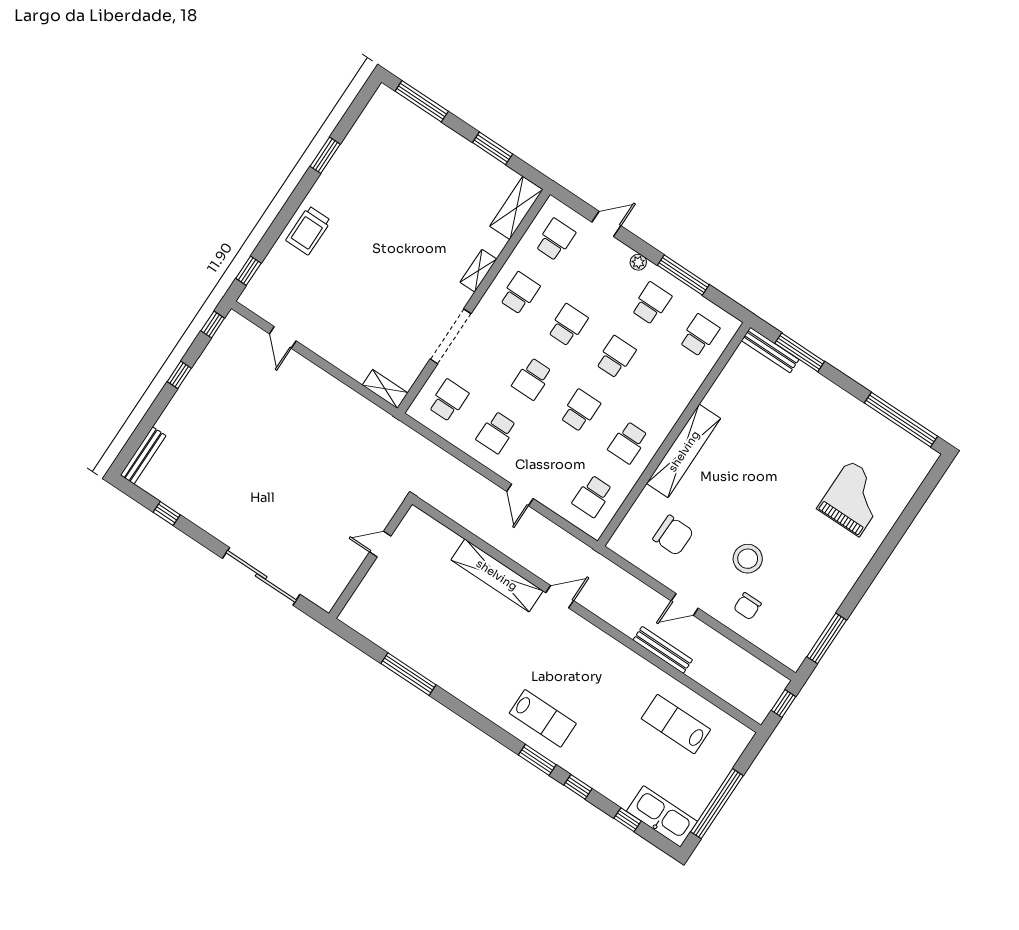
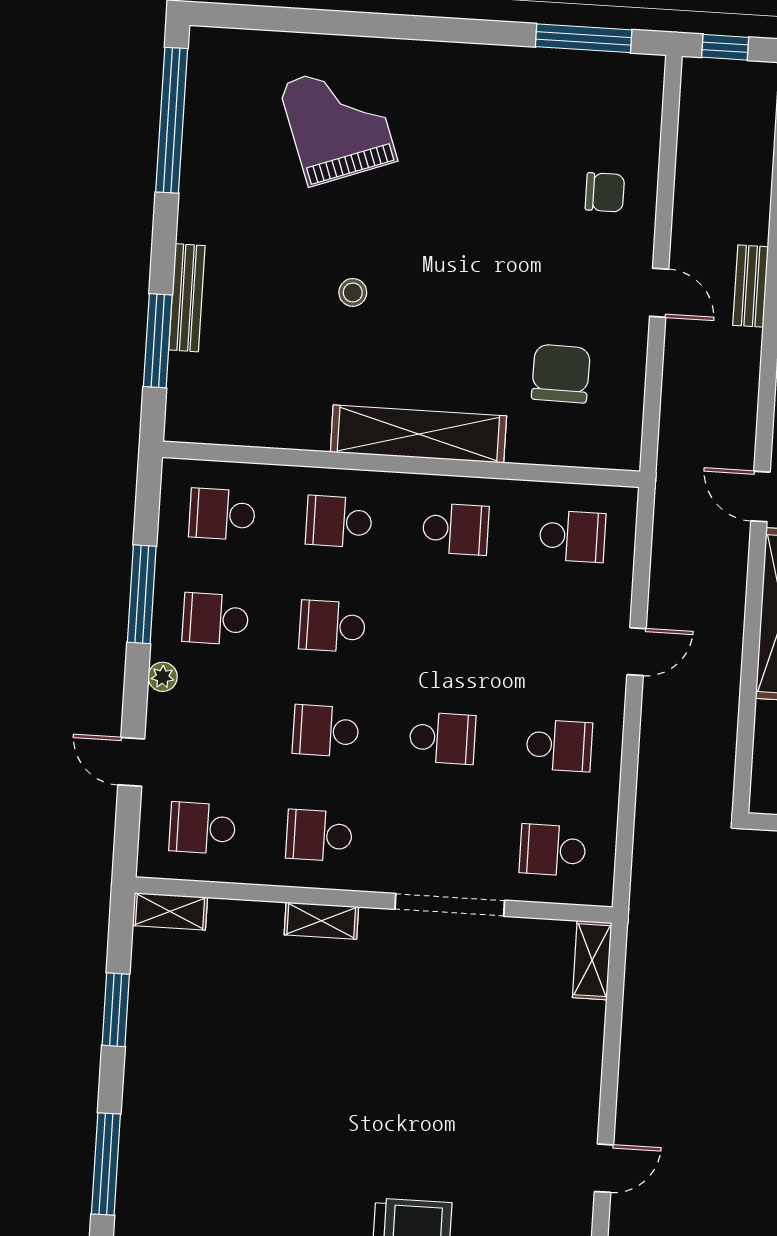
shelving: (516, 208) -> (170, 911), width x0.67, depth x0.75
bench: (770, 350) -> (187, 298), moved
school desk: (580, 411) -> (339, 522), moved
grand piano: (854, 498) -> (338, 123), turned 70
stool: (748, 559) -> (353, 292), moved, width x0.53, depth x0.53
bench: (663, 650) -> (751, 286), width x0.73

